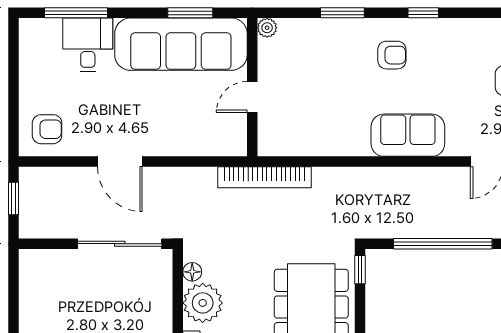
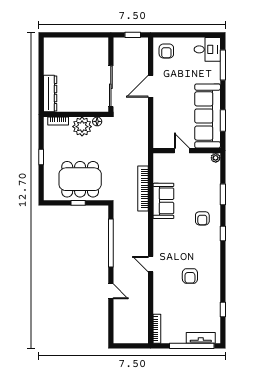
desk: (88, 45) -> (207, 49), moved
sofa: (408, 135) -> (163, 201), moved
bookcase: (265, 177) -> (143, 189), moved
window: (360, 270) -> (78, 203), moved

